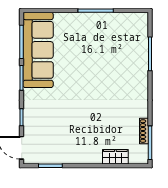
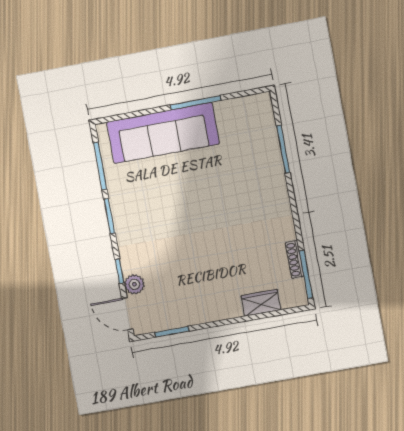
sofa: (38, 50) -> (163, 133), moved, turned 90
plant: (30, 128) -> (134, 284), added

